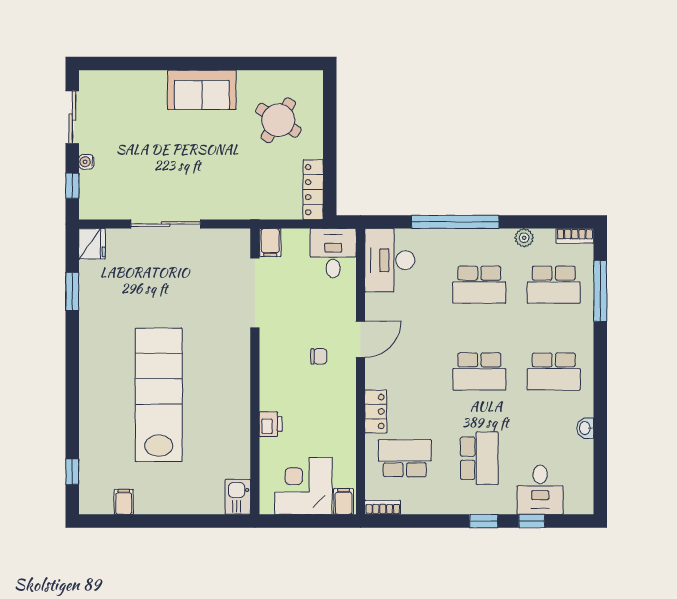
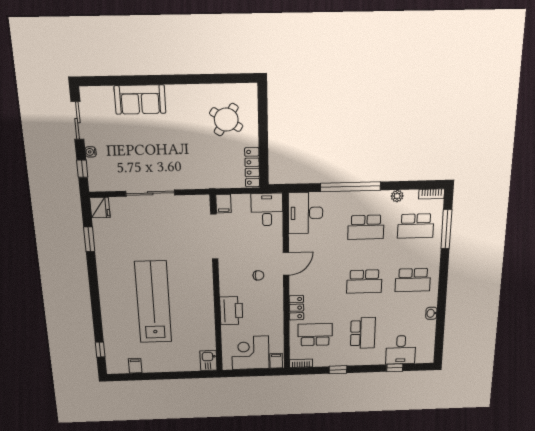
sofa: (202, 90) -> (140, 100), moved
printer: (271, 424) -> (231, 311), width x1.87, depth x1.48
window: (484, 521) -> (338, 370), moved

